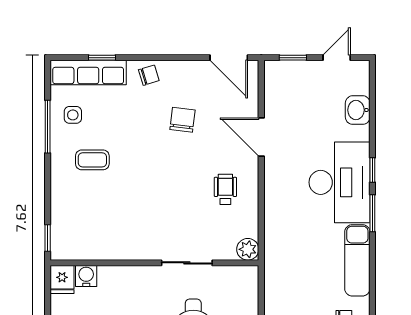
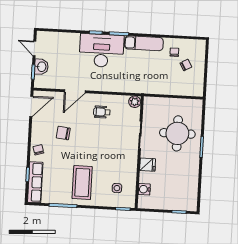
washbasin: (358, 110) -> (41, 67), moved, turned -90
side table: (73, 115) -> (117, 188), moved
coffee table: (92, 160) -> (82, 183), width x1.86, depth x1.72
fridge: (62, 280) -> (148, 165), moved

